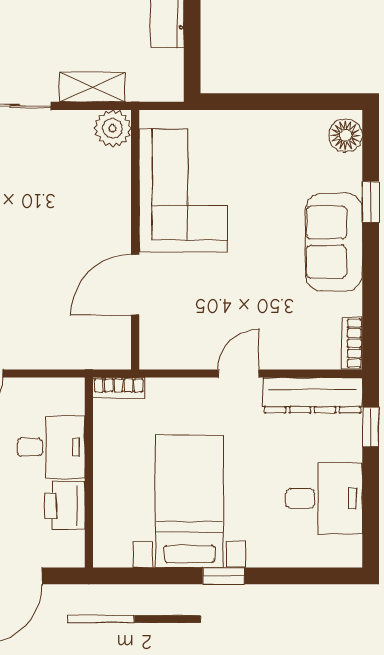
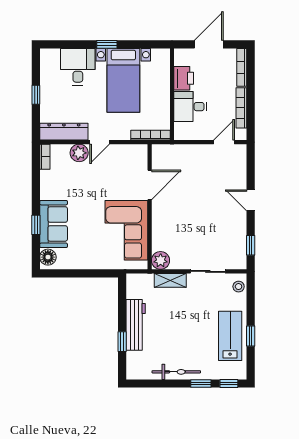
sofa: (334, 242) -> (54, 224), moved
plant: (281, 351) -> (79, 153), added
bookcase: (119, 388) -> (150, 135), width x1.56
window: (371, 427) -> (36, 95), moved
desk: (324, 498) -> (78, 67), moved, turned 90

